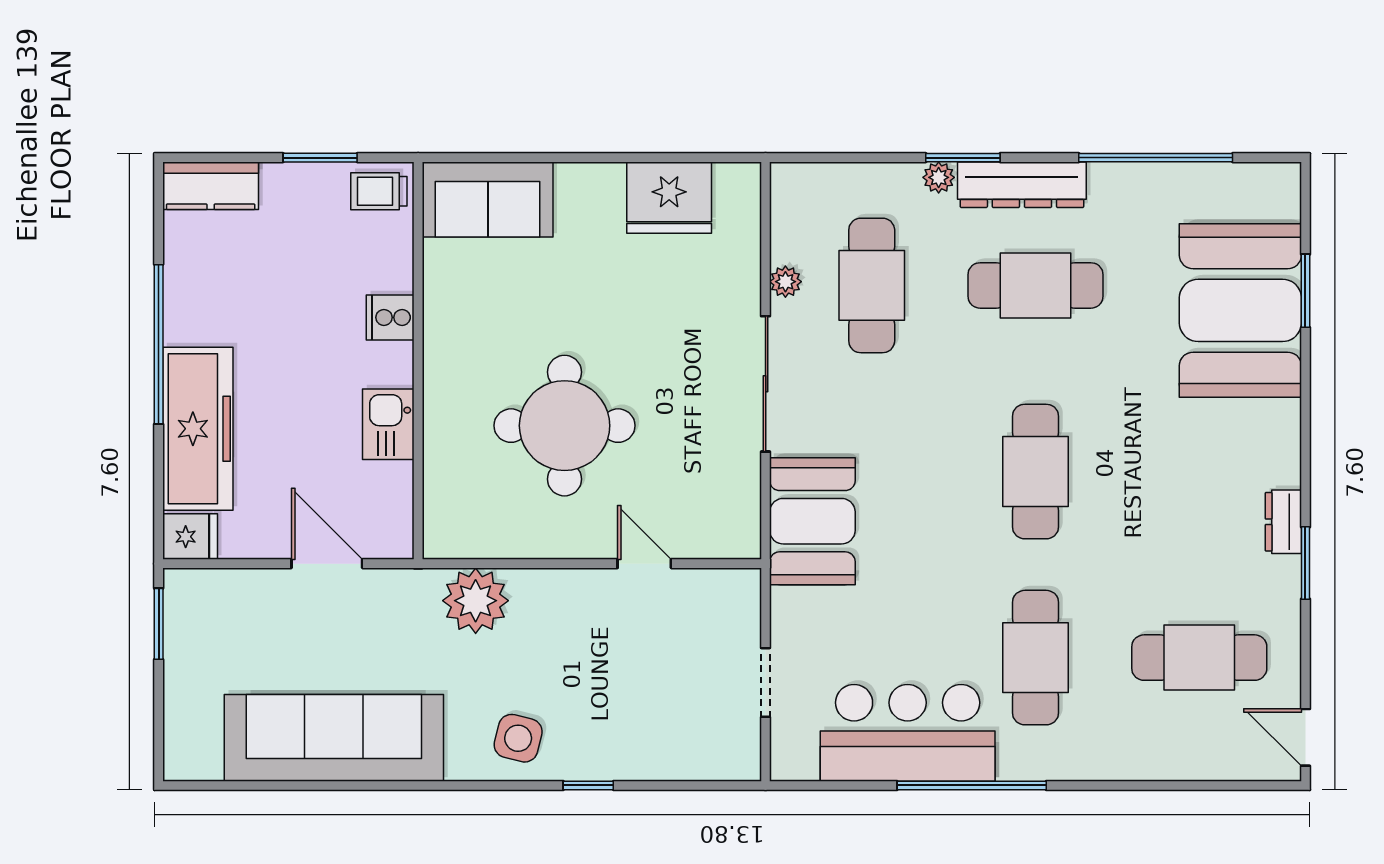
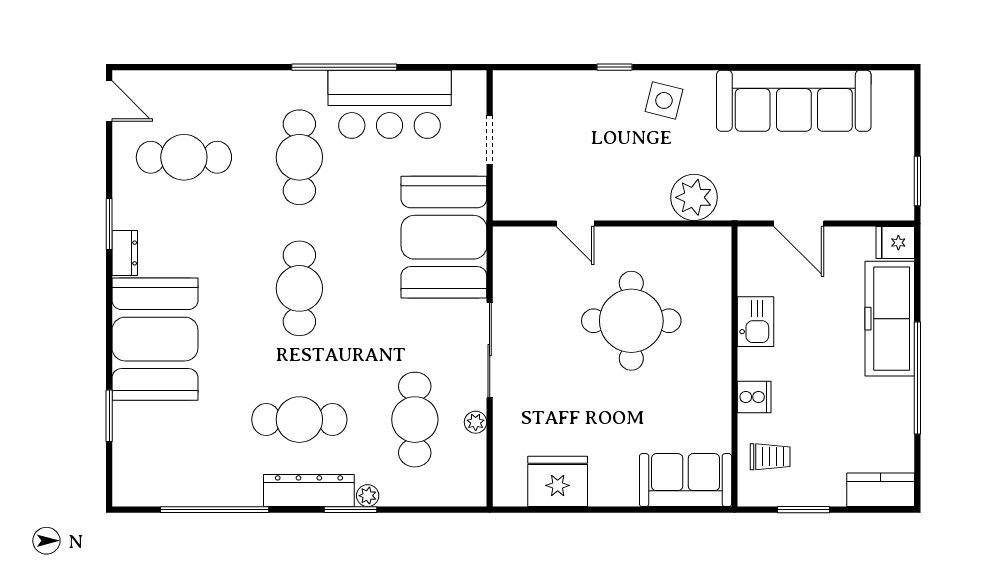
trolley: (379, 191) -> (770, 457), moved
booth: (1240, 310) -> (155, 339), moved
booth: (812, 521) -> (444, 237), width x1.36, depth x1.42

